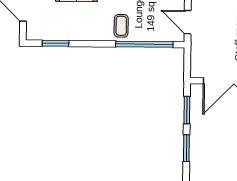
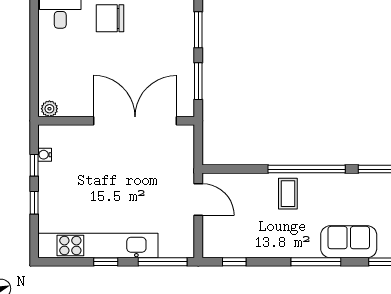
window: (144, 44) -> (307, 169), moved

